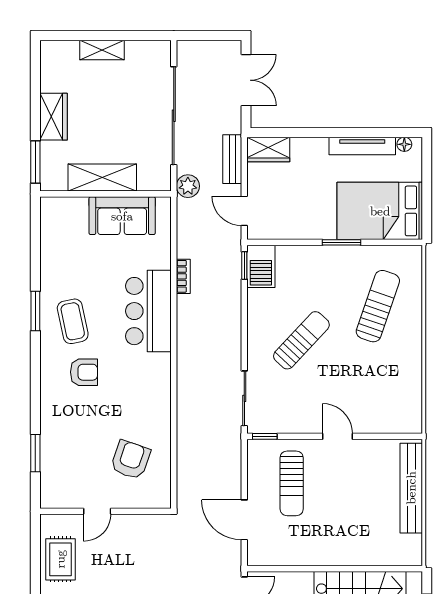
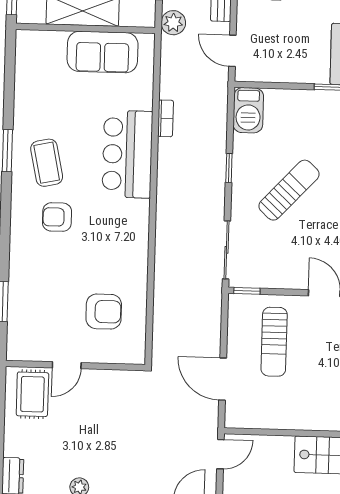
window: (244, 265) -> (229, 168), moved
armchair: (84, 372) -> (57, 217), turned 180
armchair: (131, 460) -> (104, 312), turned 71
rug: (60, 559) -> (32, 394), moved

